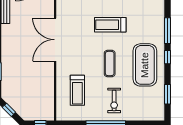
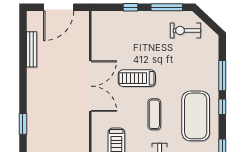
treadmill: (110, 25) -> (137, 78), moved
double door: (55, 40) -> (90, 86), swing flipped

